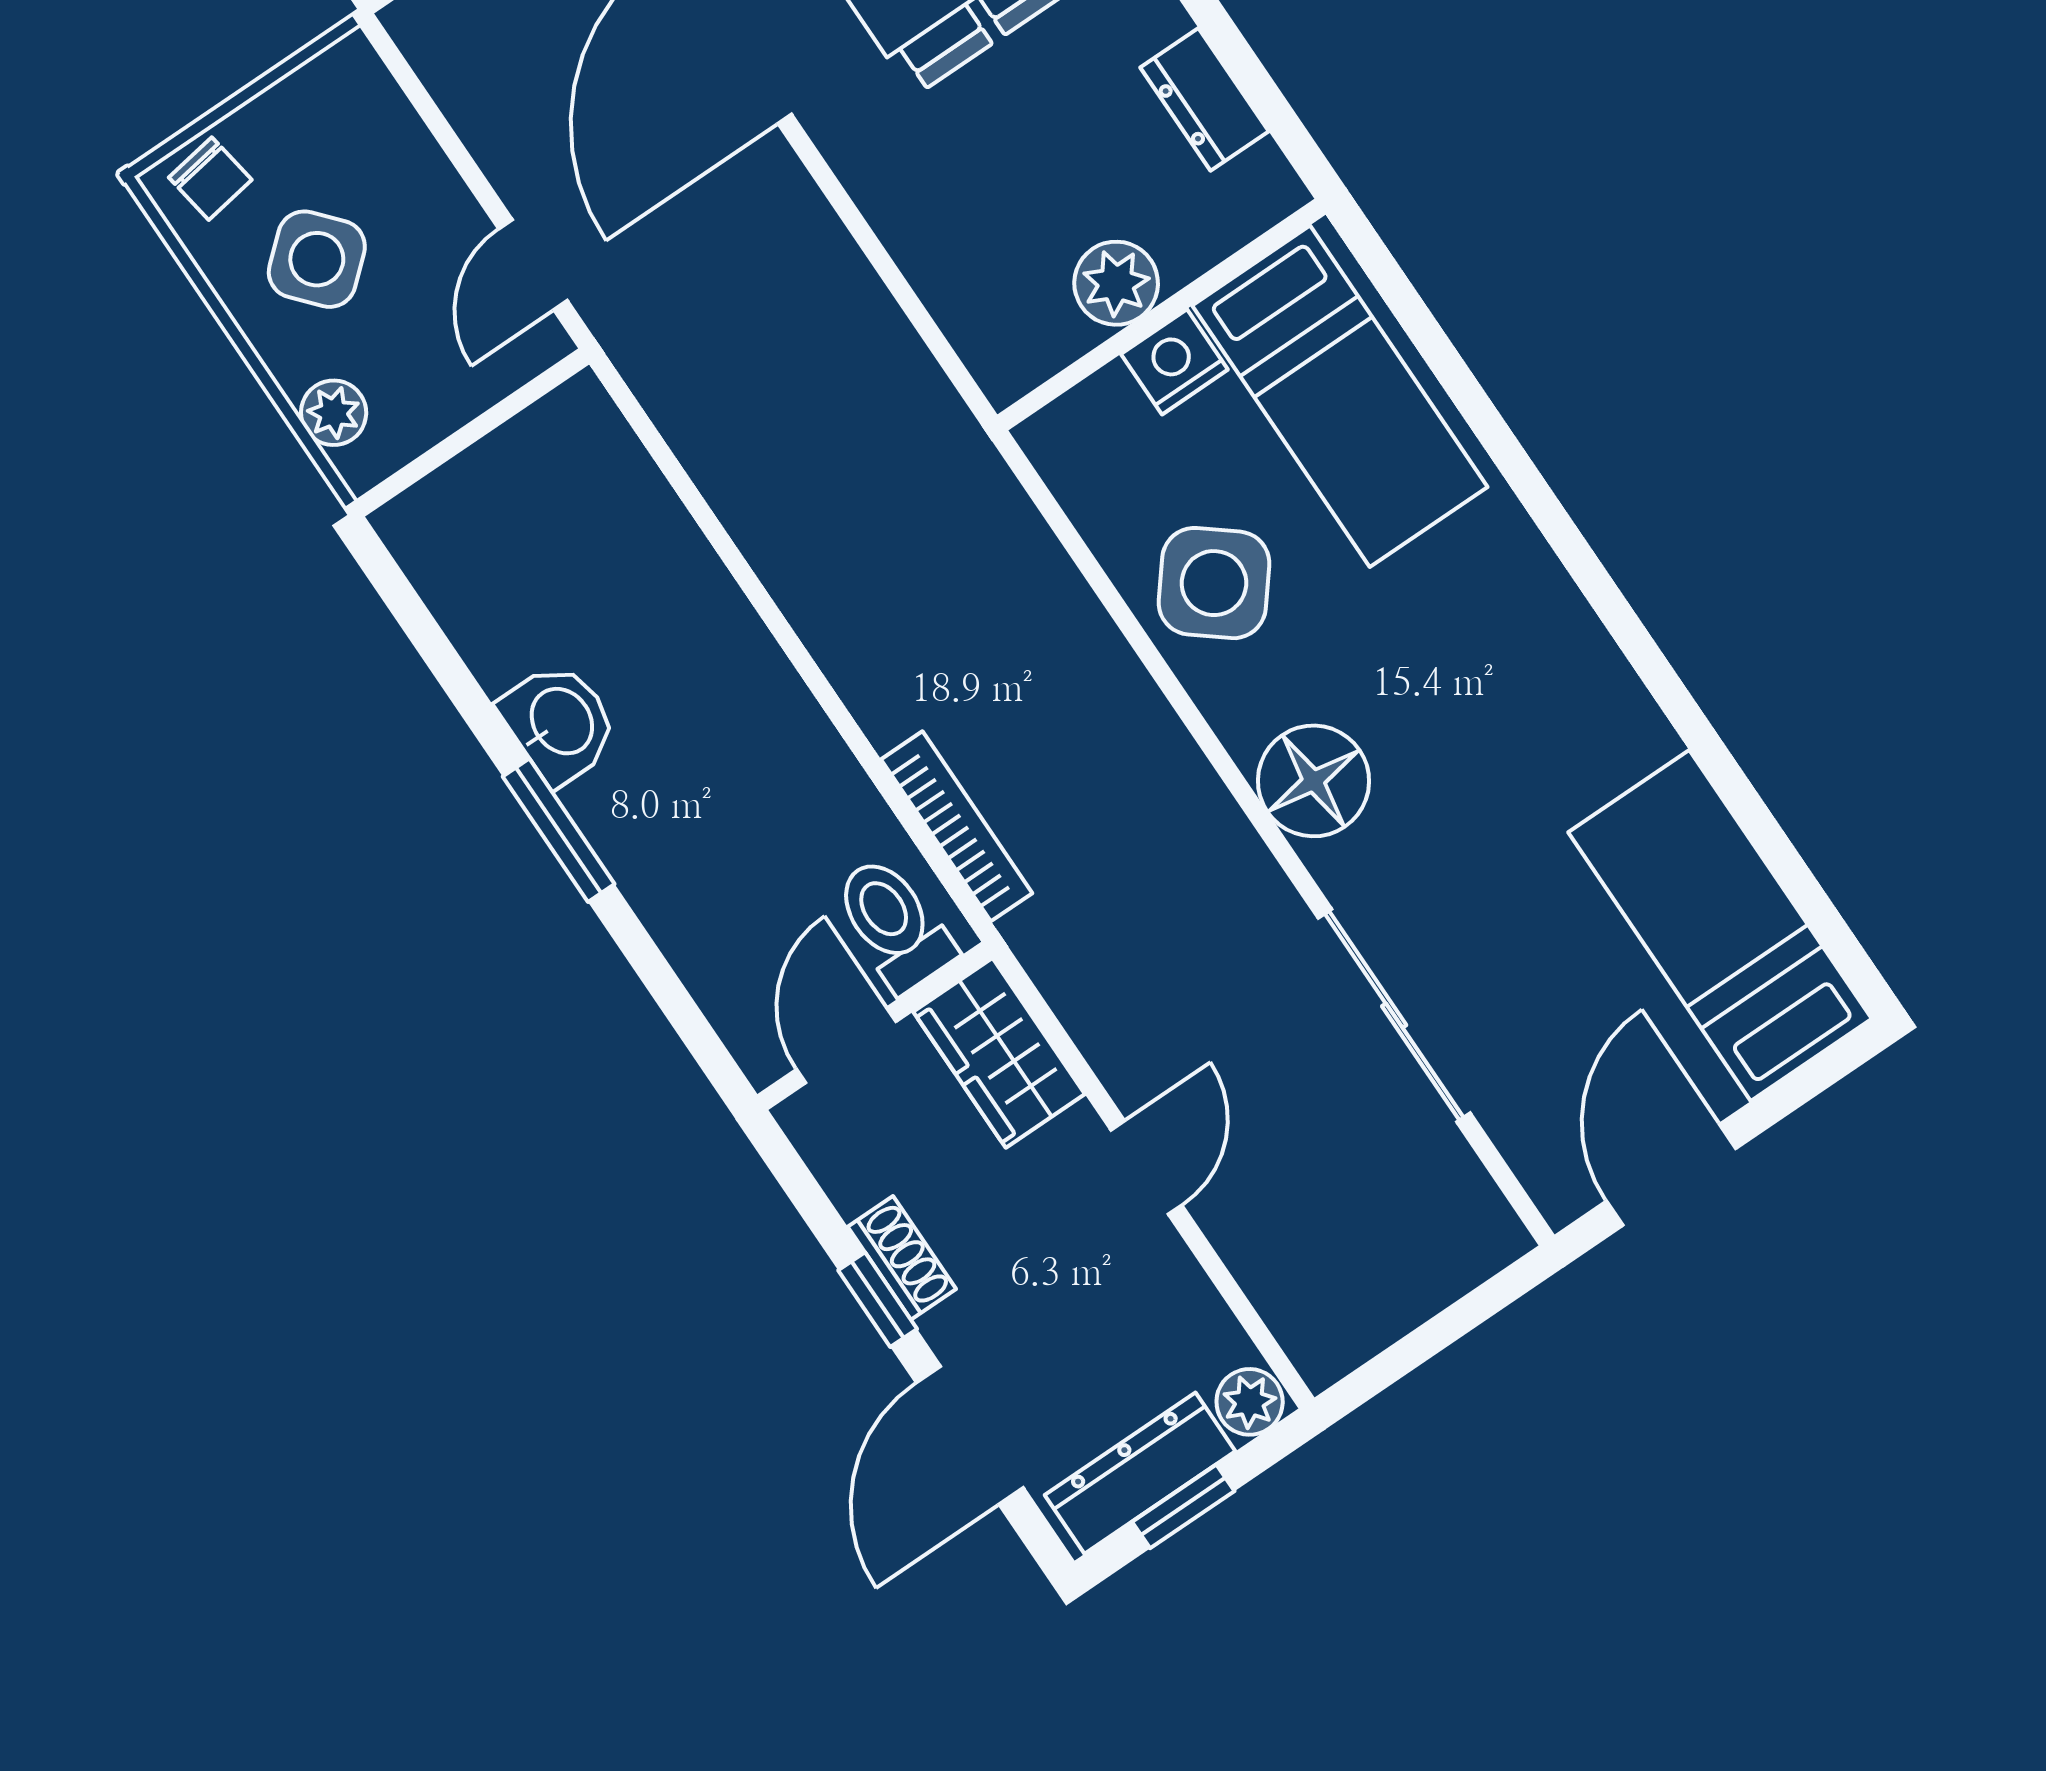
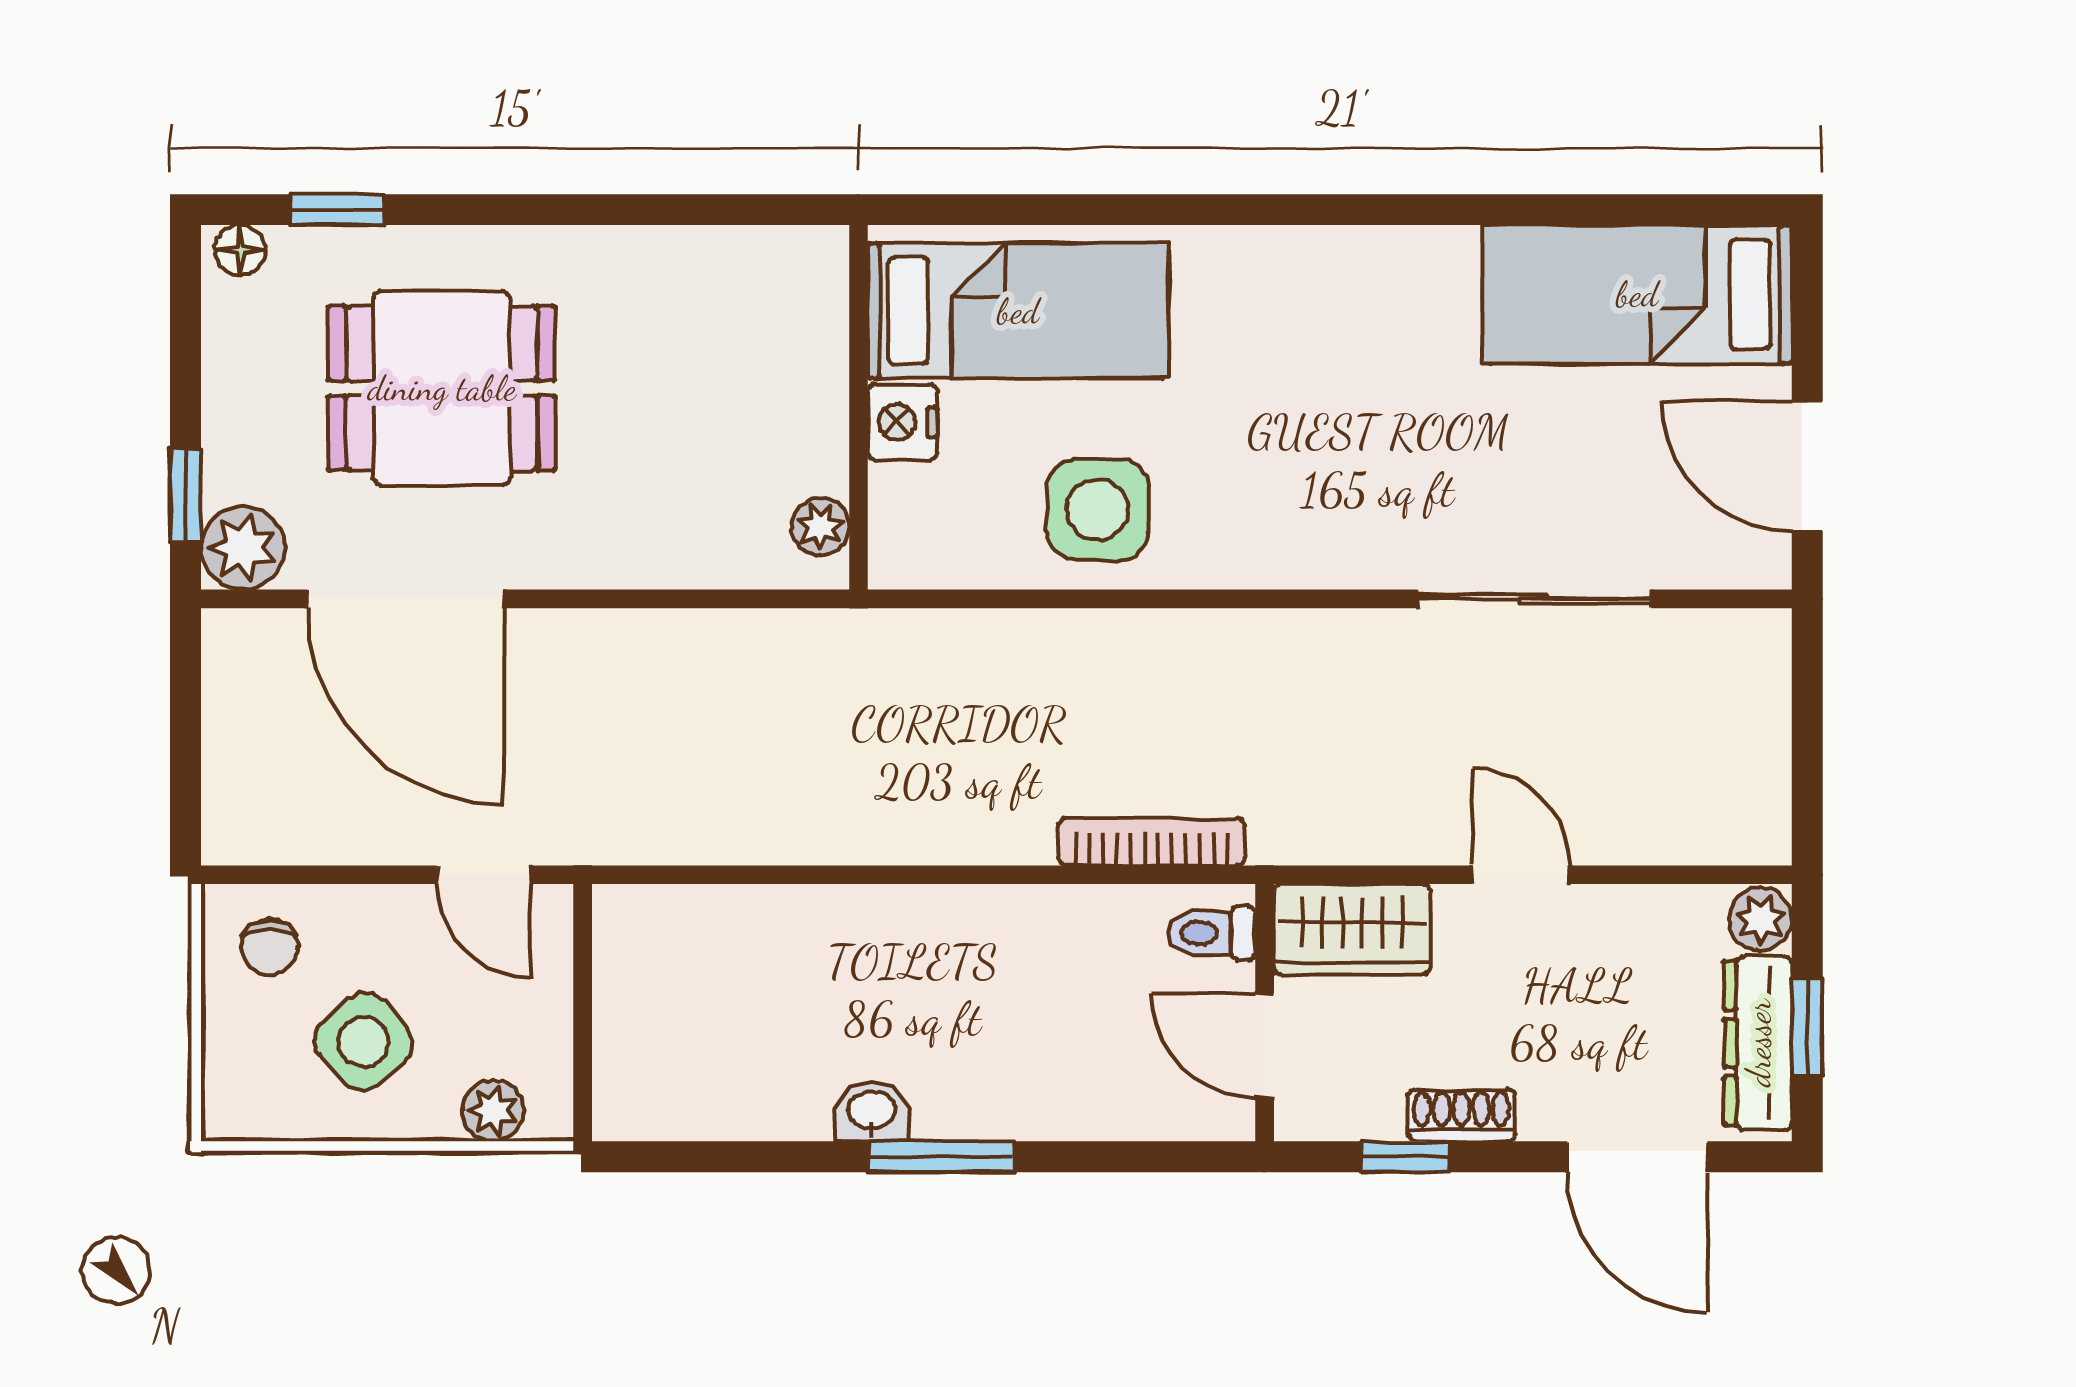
dresser: (1205, 99) -> (712, 258), removed
chair: (210, 179) -> (270, 947), moved, turned 99
plant: (1116, 283) -> (820, 527), moved, width x0.73, depth x0.73
side table: (1214, 583) -> (1098, 509), turned -38
washbasin: (560, 723) -> (872, 1112), width x0.72, depth x0.69
floor lamp: (1313, 781) -> (1306, 537), removed
toilet: (894, 924) -> (1211, 933), width x0.73, depth x0.72
window: (878, 1300) -> (1405, 1157), moved

